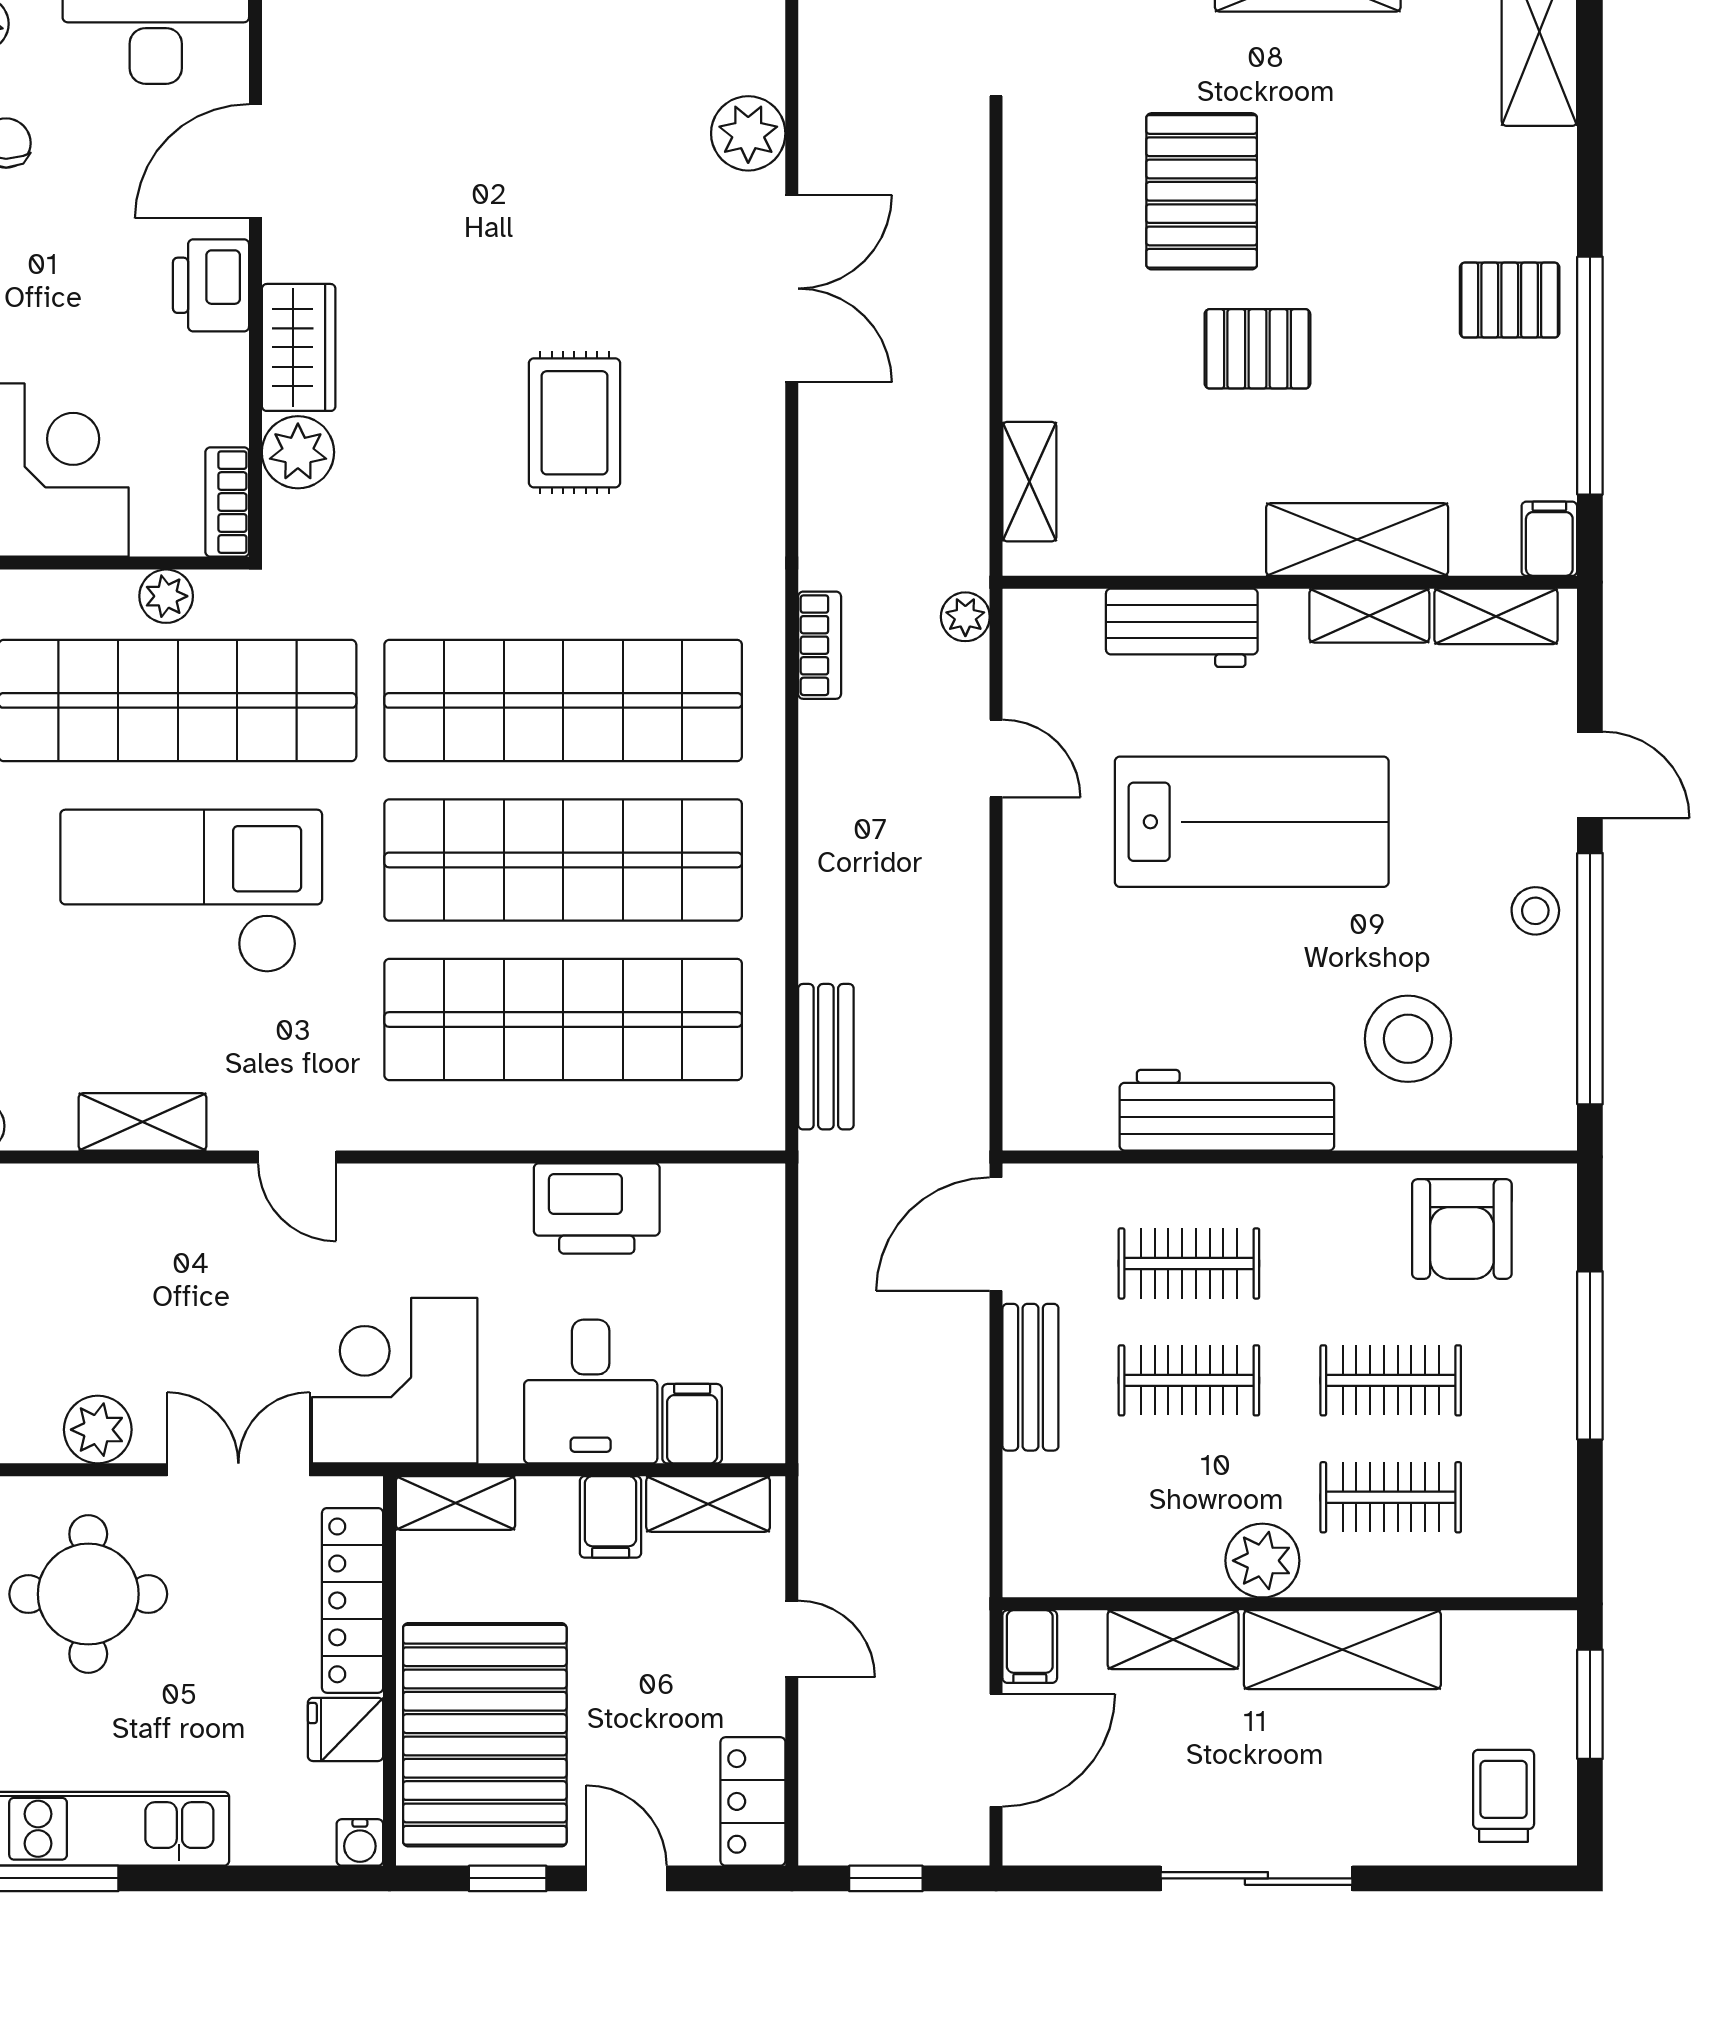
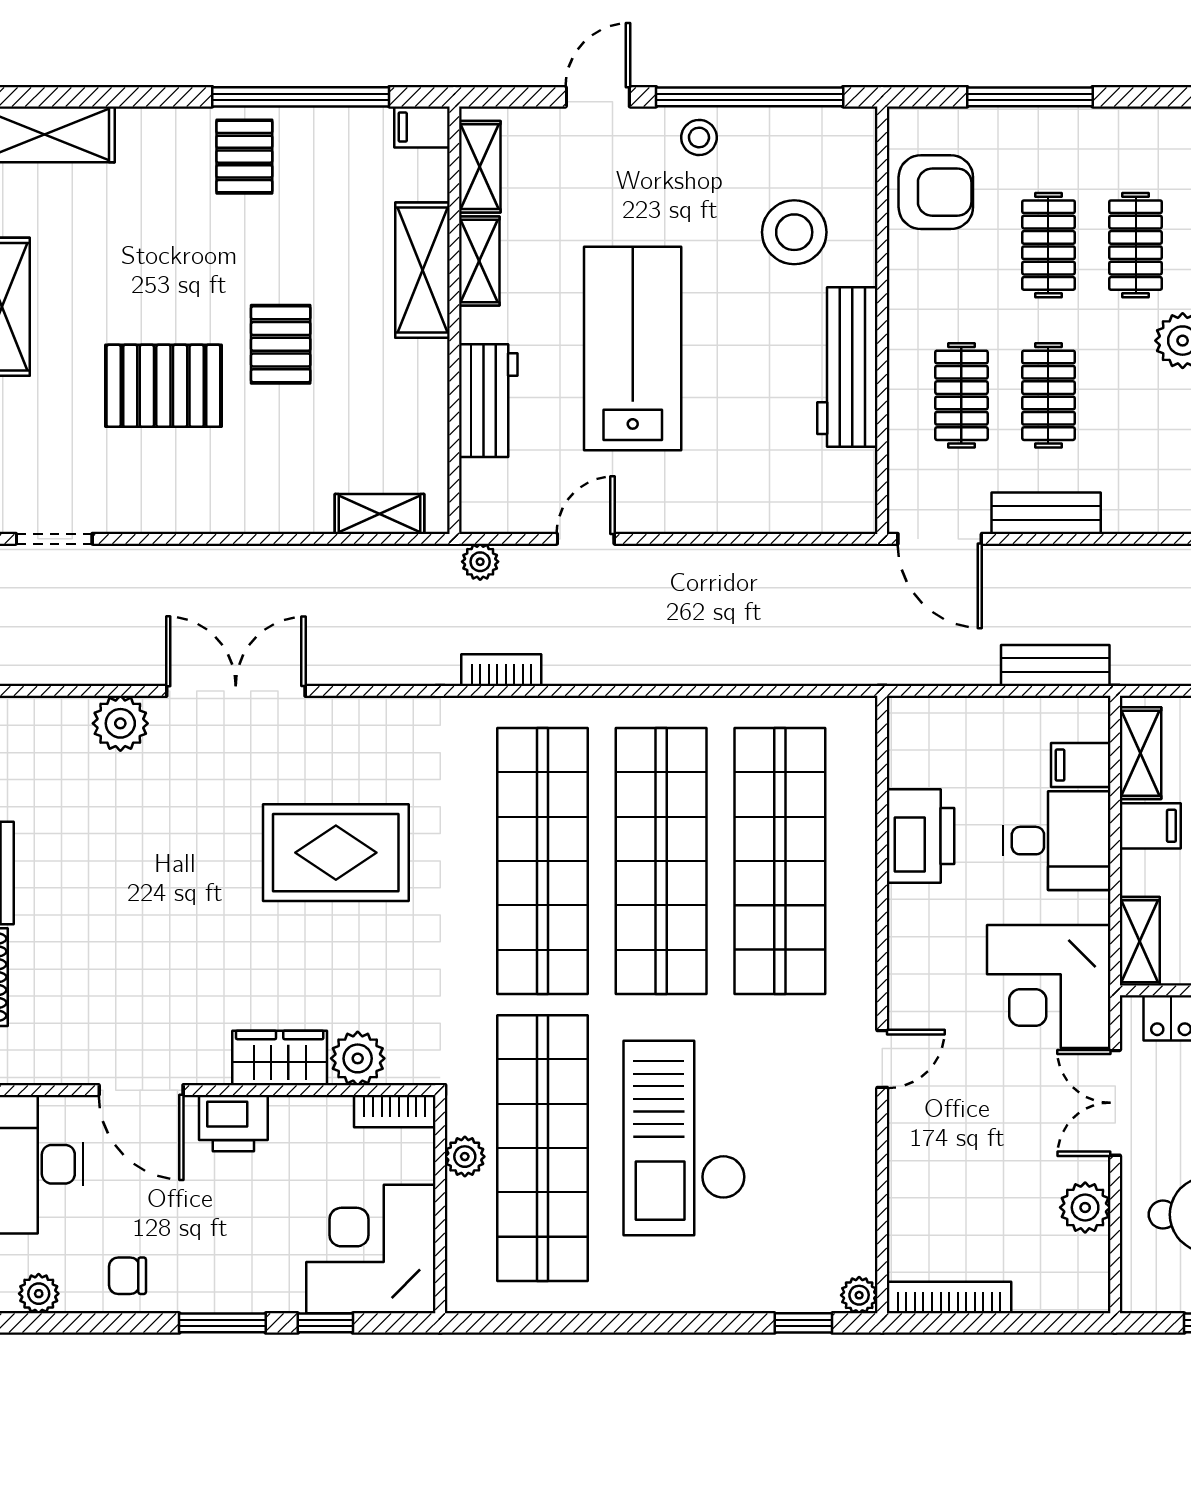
rug: (574, 423) -> (336, 853), width x1.36, depth x1.43
bench: (826, 1057) -> (1055, 665), moved
shelving: (142, 1122) -> (856, 1174), removed

